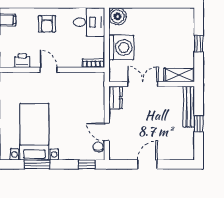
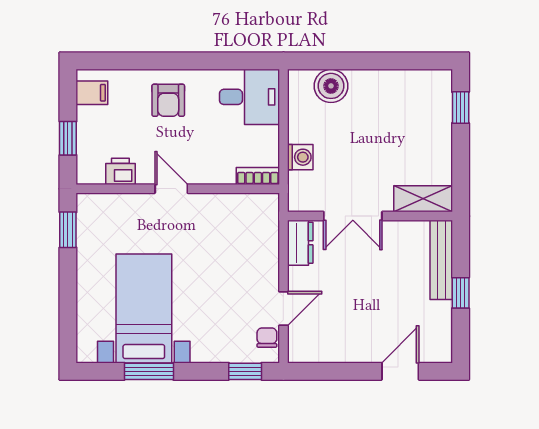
boiler: (118, 16) -> (331, 86), moved
window: (199, 44) -> (461, 107), moved
washing machine: (121, 47) -> (300, 157), width x0.53, depth x0.53
double door: (143, 84) -> (353, 216), swing flipped
door: (107, 132) -> (283, 309), swing flipped
door: (147, 164) -> (400, 371), moved

